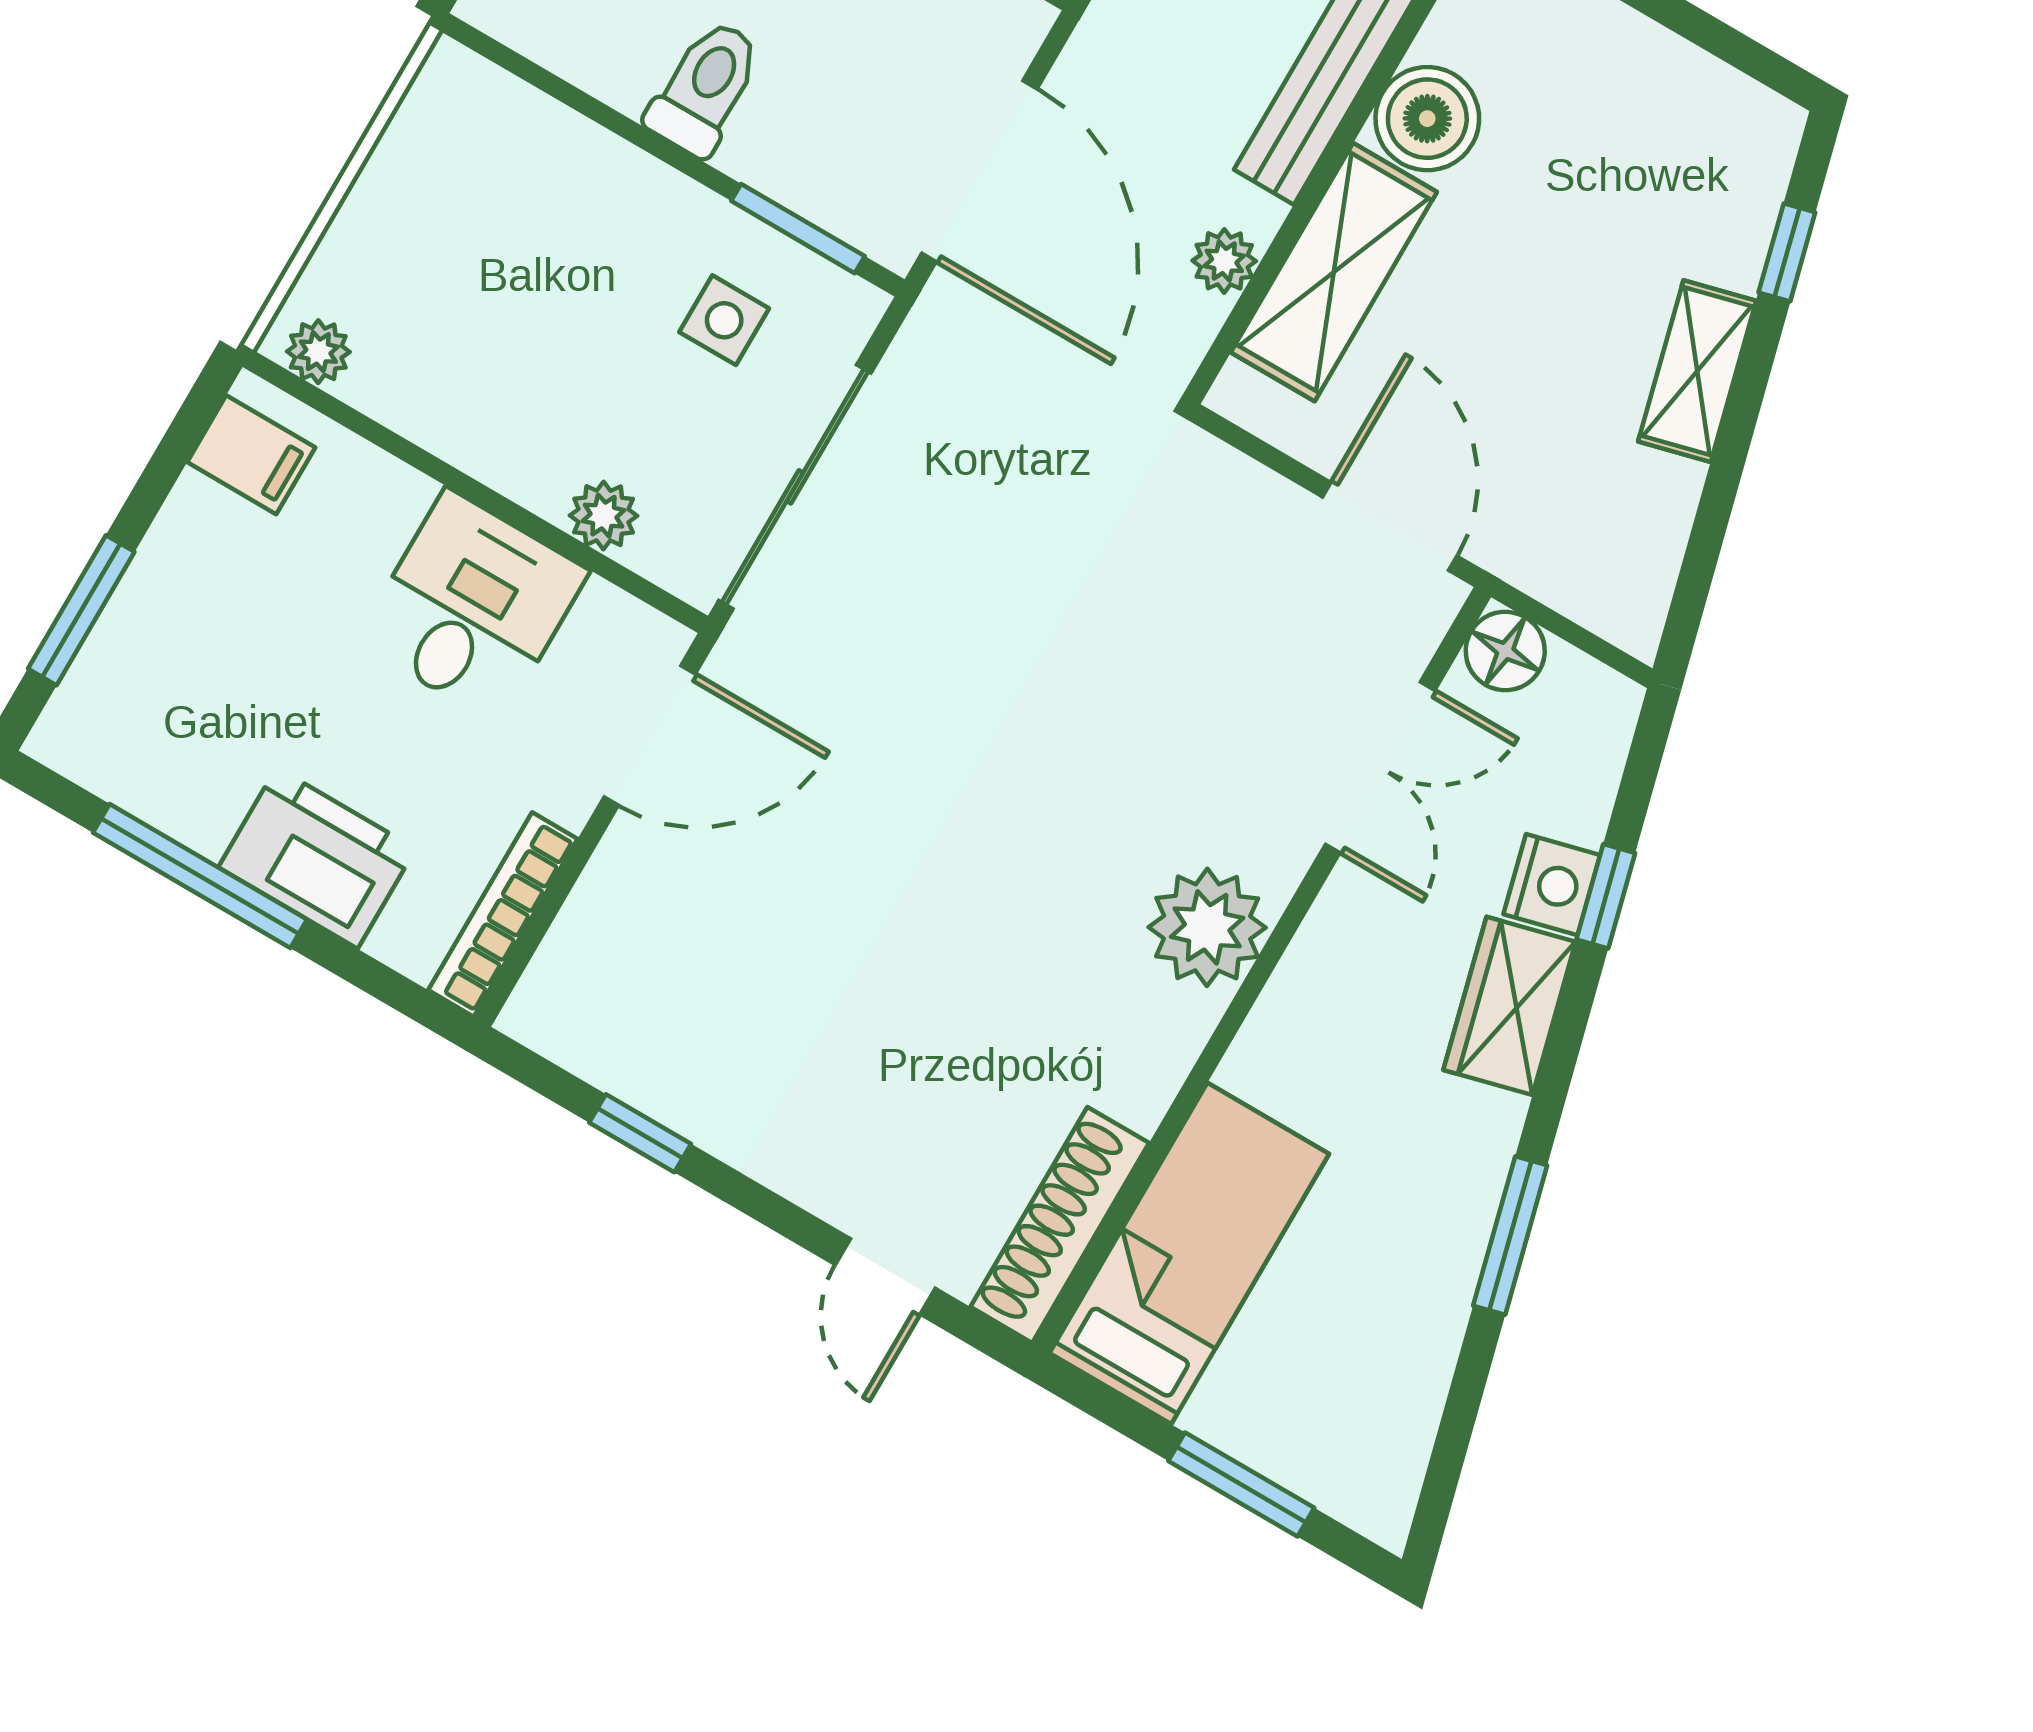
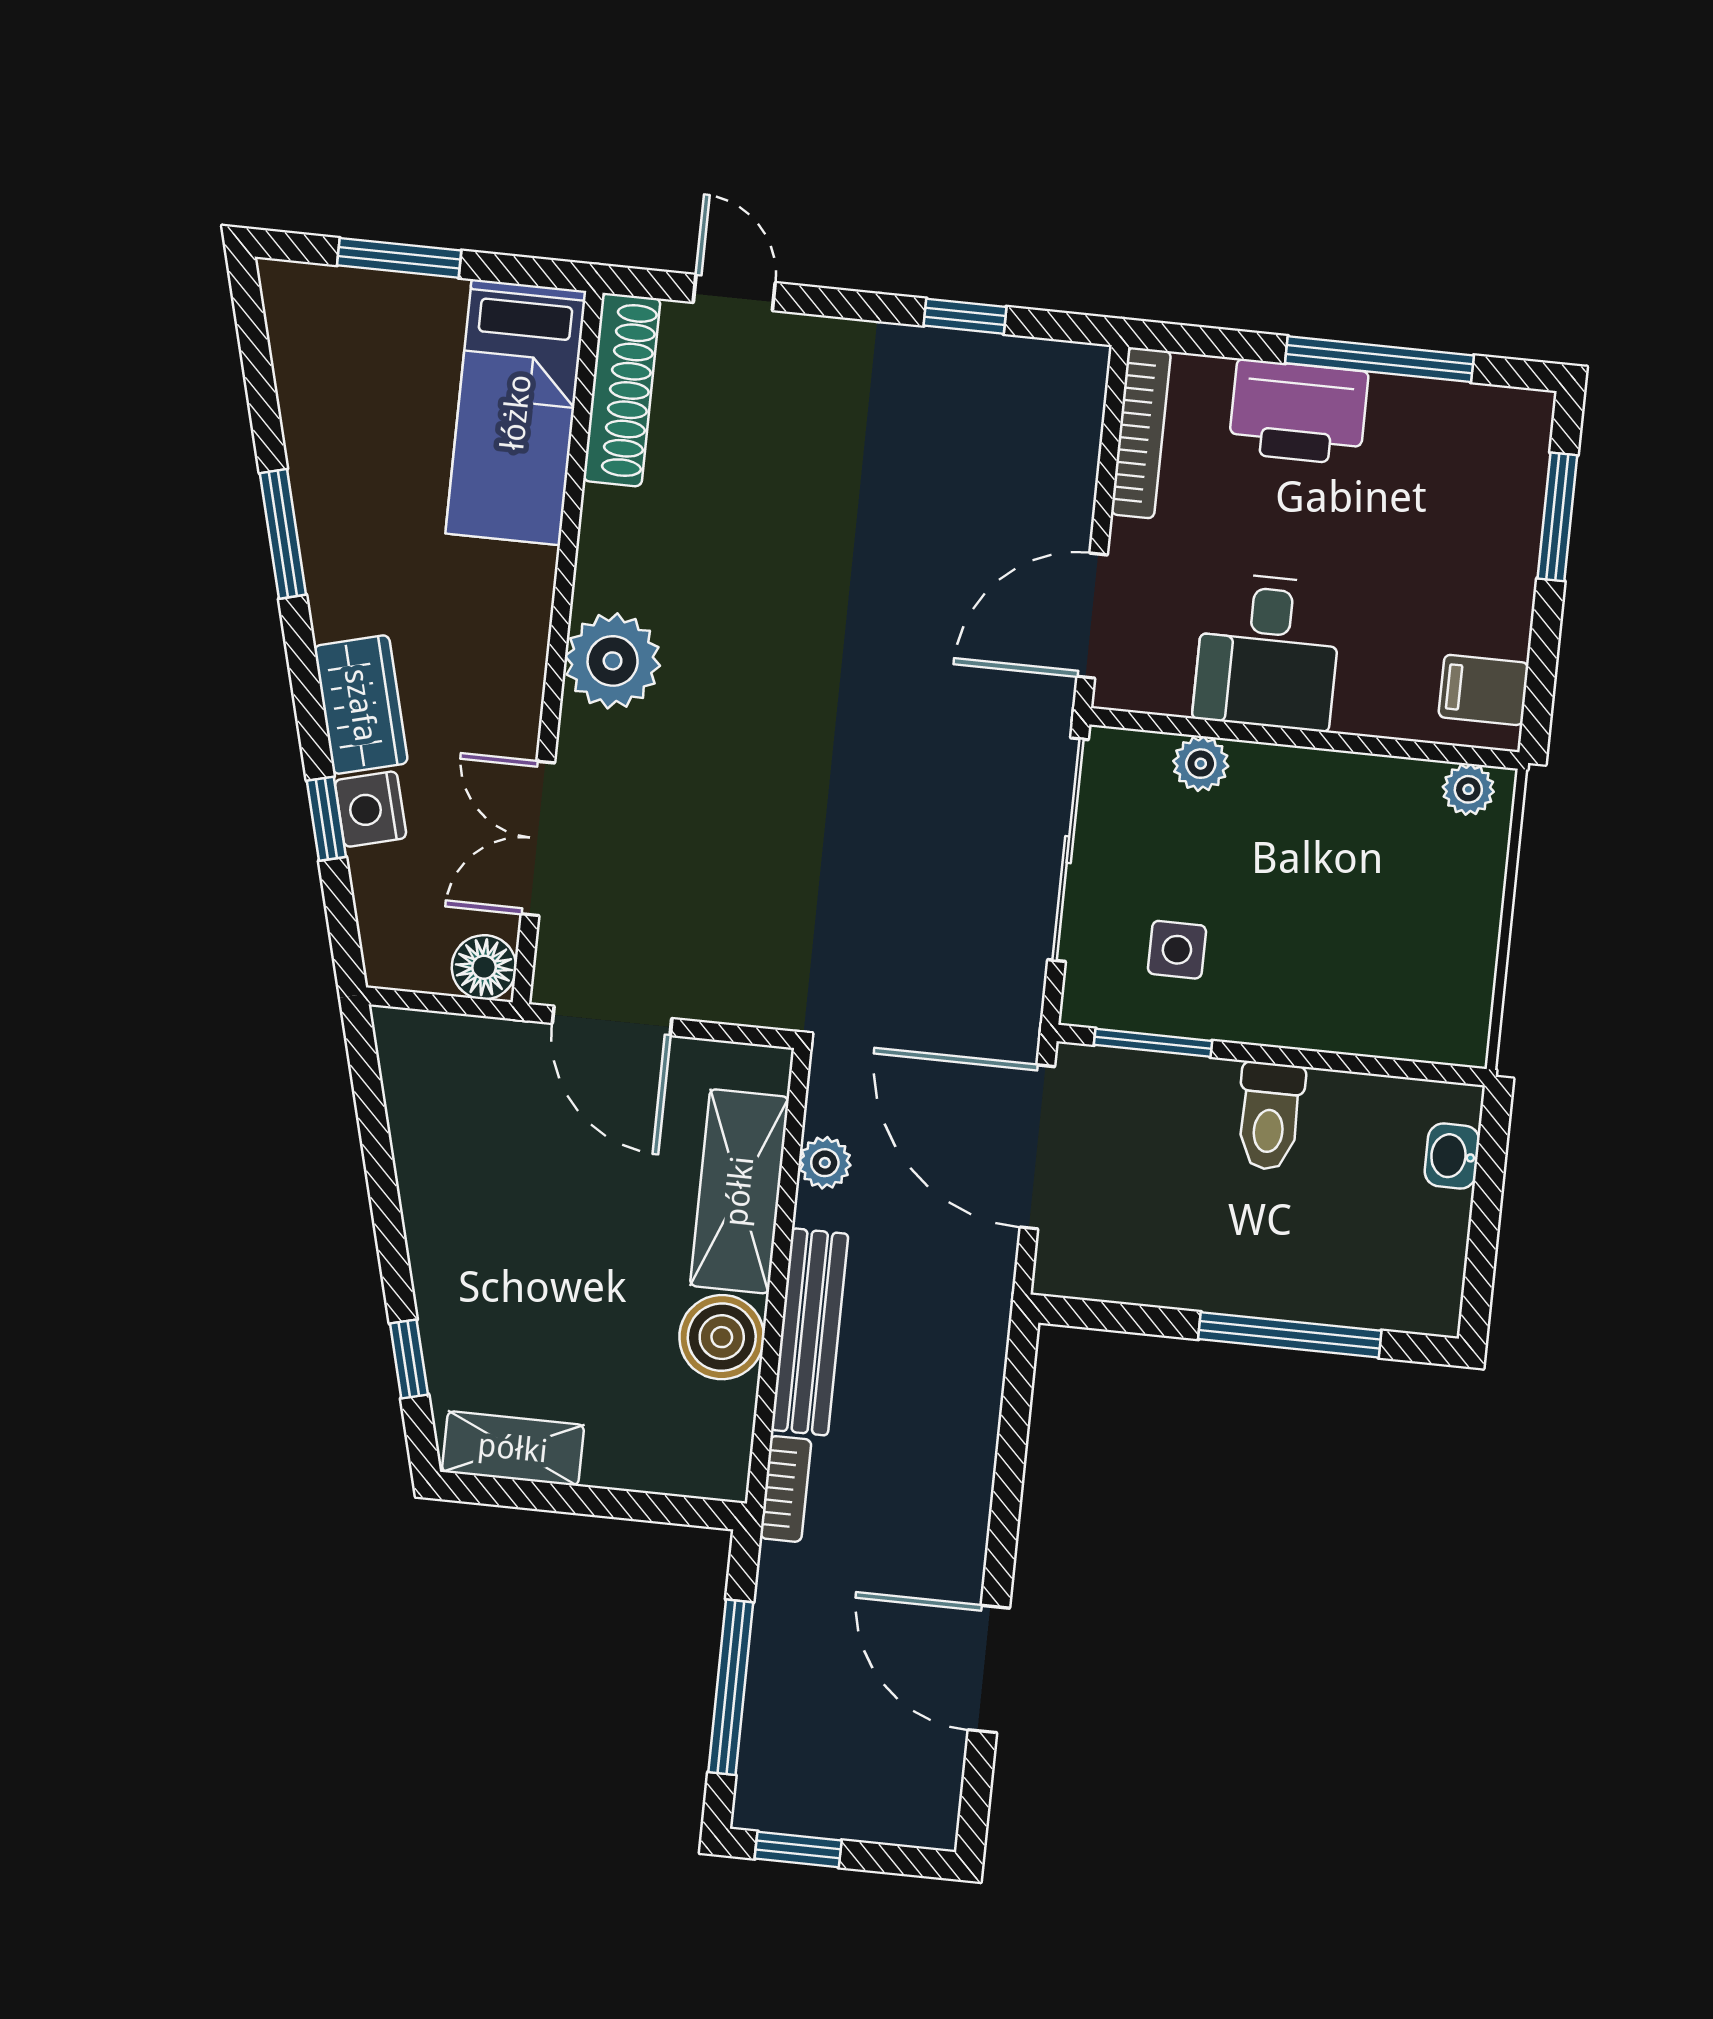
shelving: (1697, 371) -> (513, 1448), moved, turned -75

